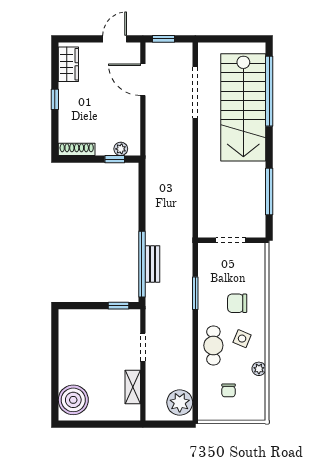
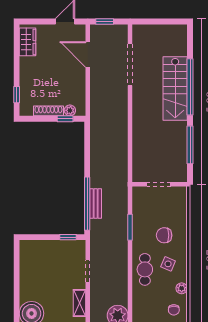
window: (269, 91) -> (190, 87), moved
window: (55, 99) -> (17, 95), moved
stairs: (243, 107) -> (175, 89), width x0.73, depth x0.66
shoe rack: (77, 149) -> (48, 111), moved
chair: (229, 390) -> (174, 310), moved

